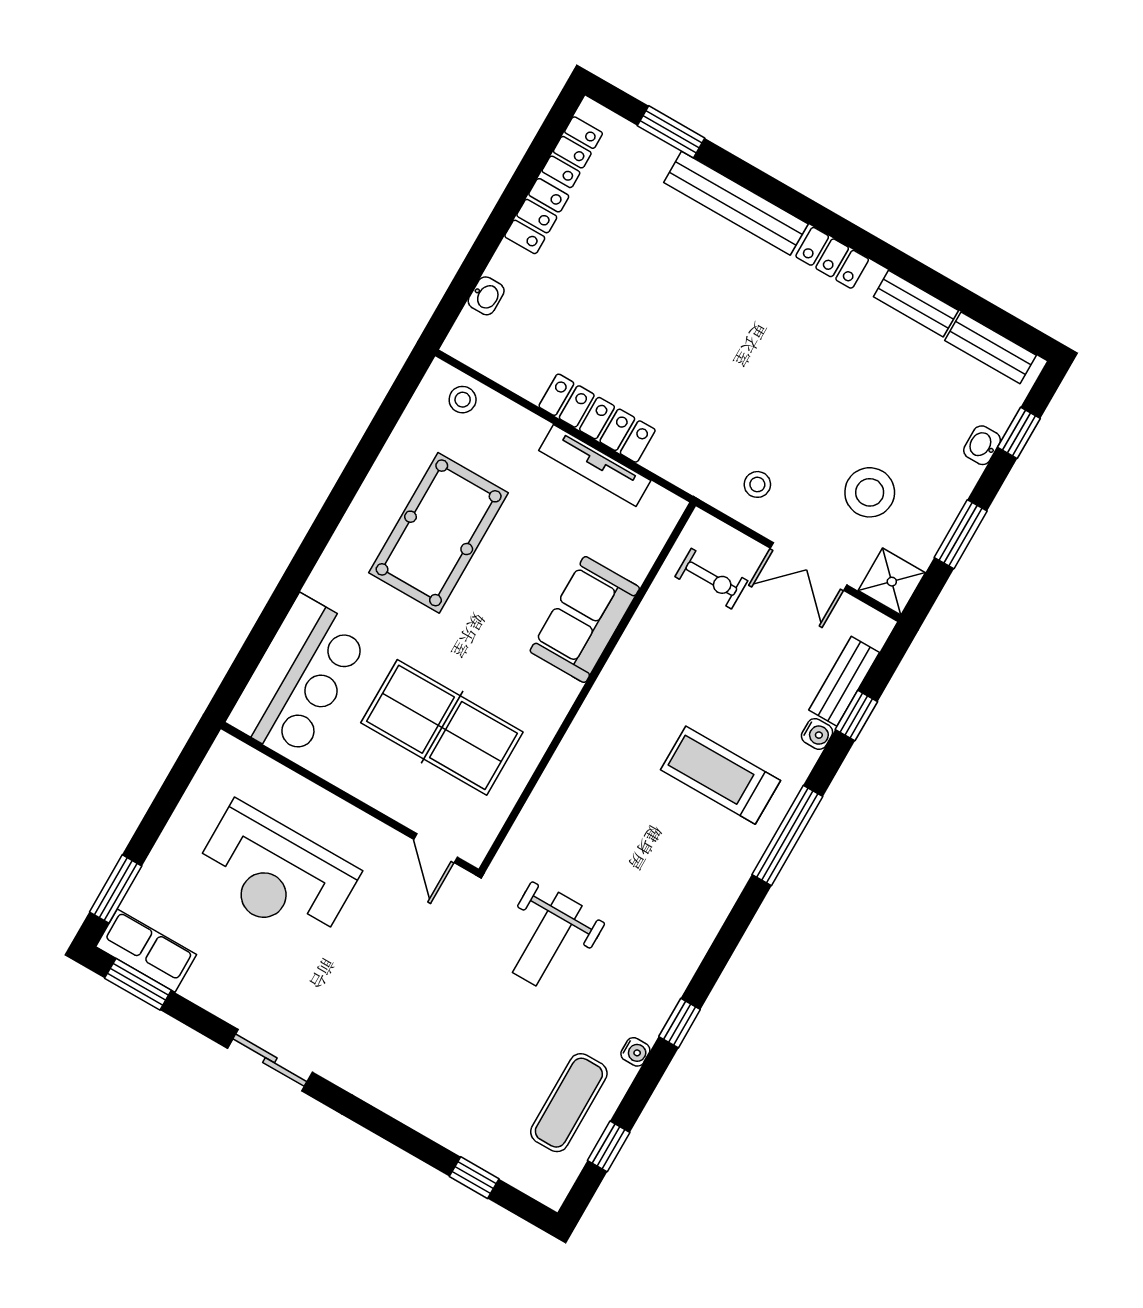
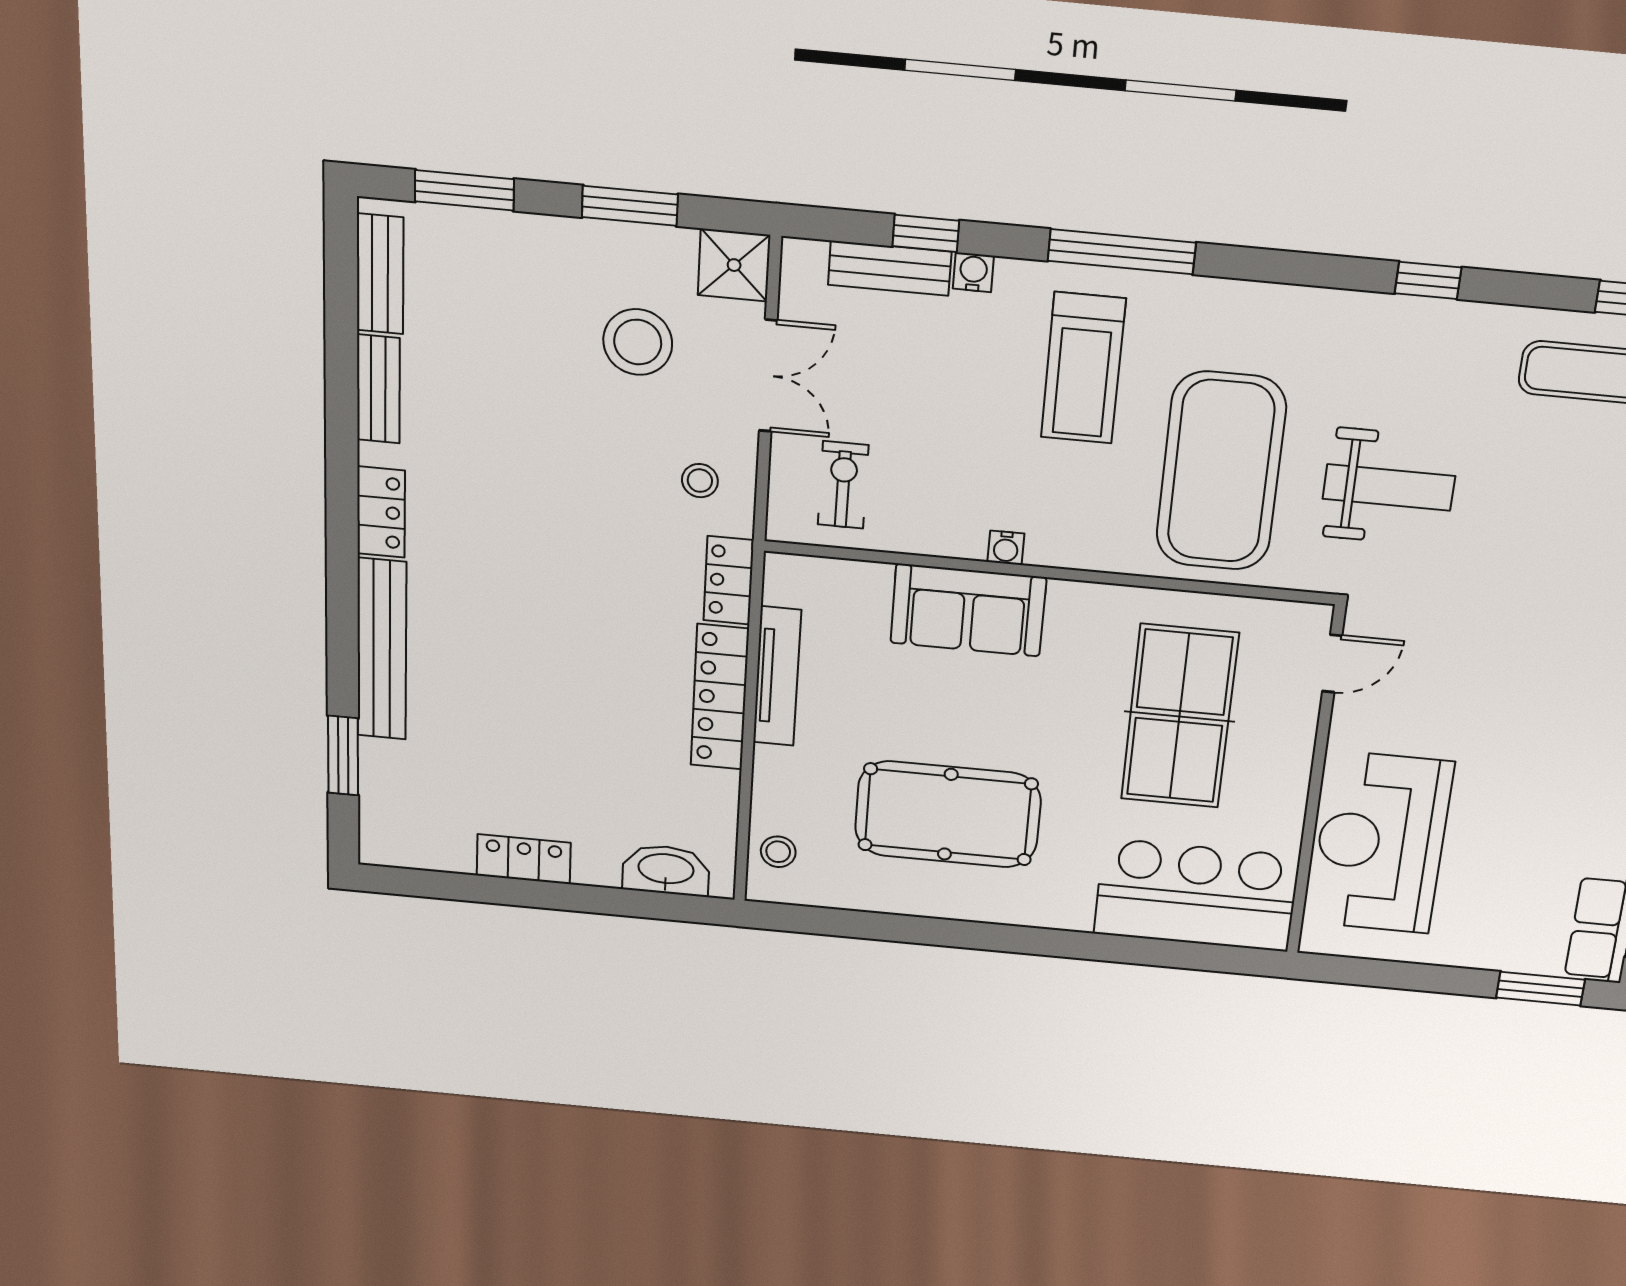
locker: (572, 152) -> (729, 580), moved, turned -90
washbasin: (486, 296) -> (666, 870), width x1.91, depth x1.45
window: (1019, 433) -> (464, 190), width x1.50
washbasin: (982, 445) -> (505, 230), removed
exercise mat: (608, 833) -> (1221, 471), added
reception desk: (276, 874) -> (1381, 843), moved, turned 180
water cooler: (635, 1052) -> (1006, 548), moved, turned 180

